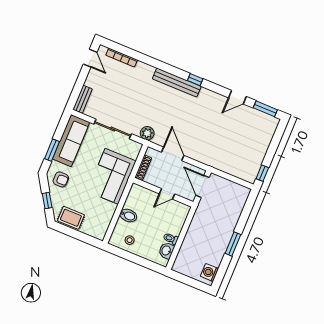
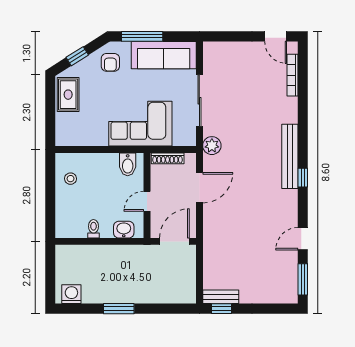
door: (90, 58) -> (276, 36), hinge flipped
door: (237, 97) -> (303, 239), hinge flipped
bench: (83, 99) -> (221, 297), moved
window: (52, 150) -> (142, 36), width x1.44
door: (167, 194) -> (147, 201), hinge flipped
bidet: (128, 216) -> (128, 164), moved
washbasin: (166, 251) -> (124, 230), moved

